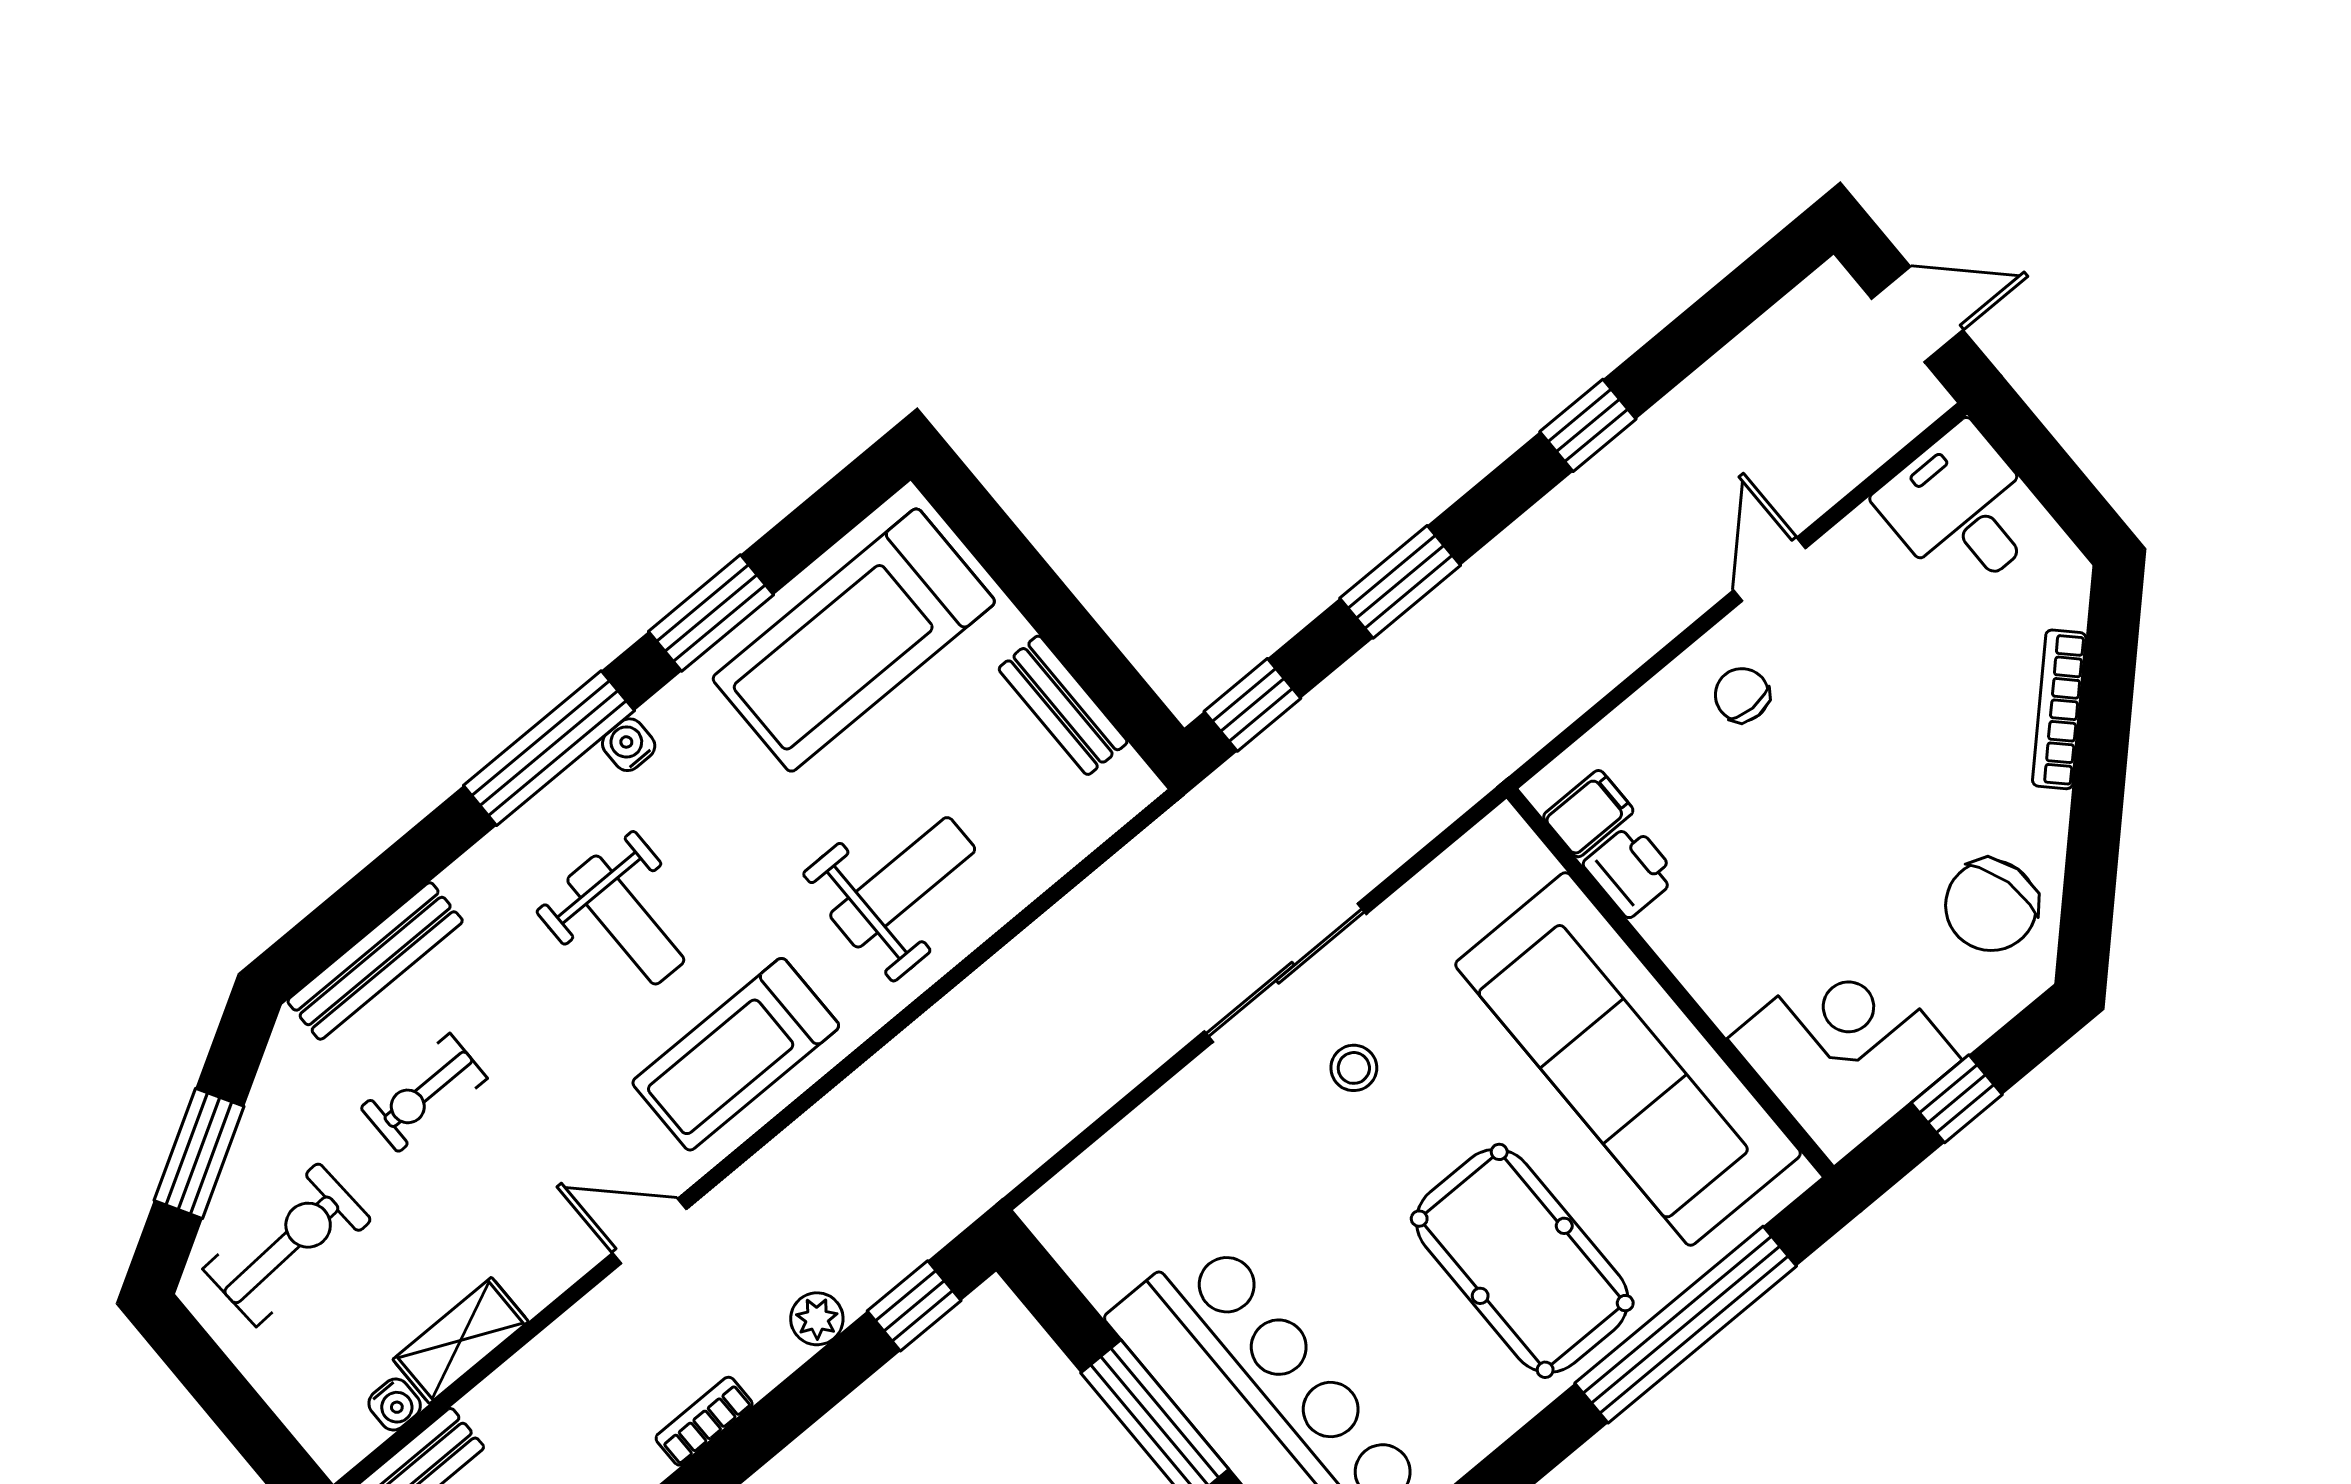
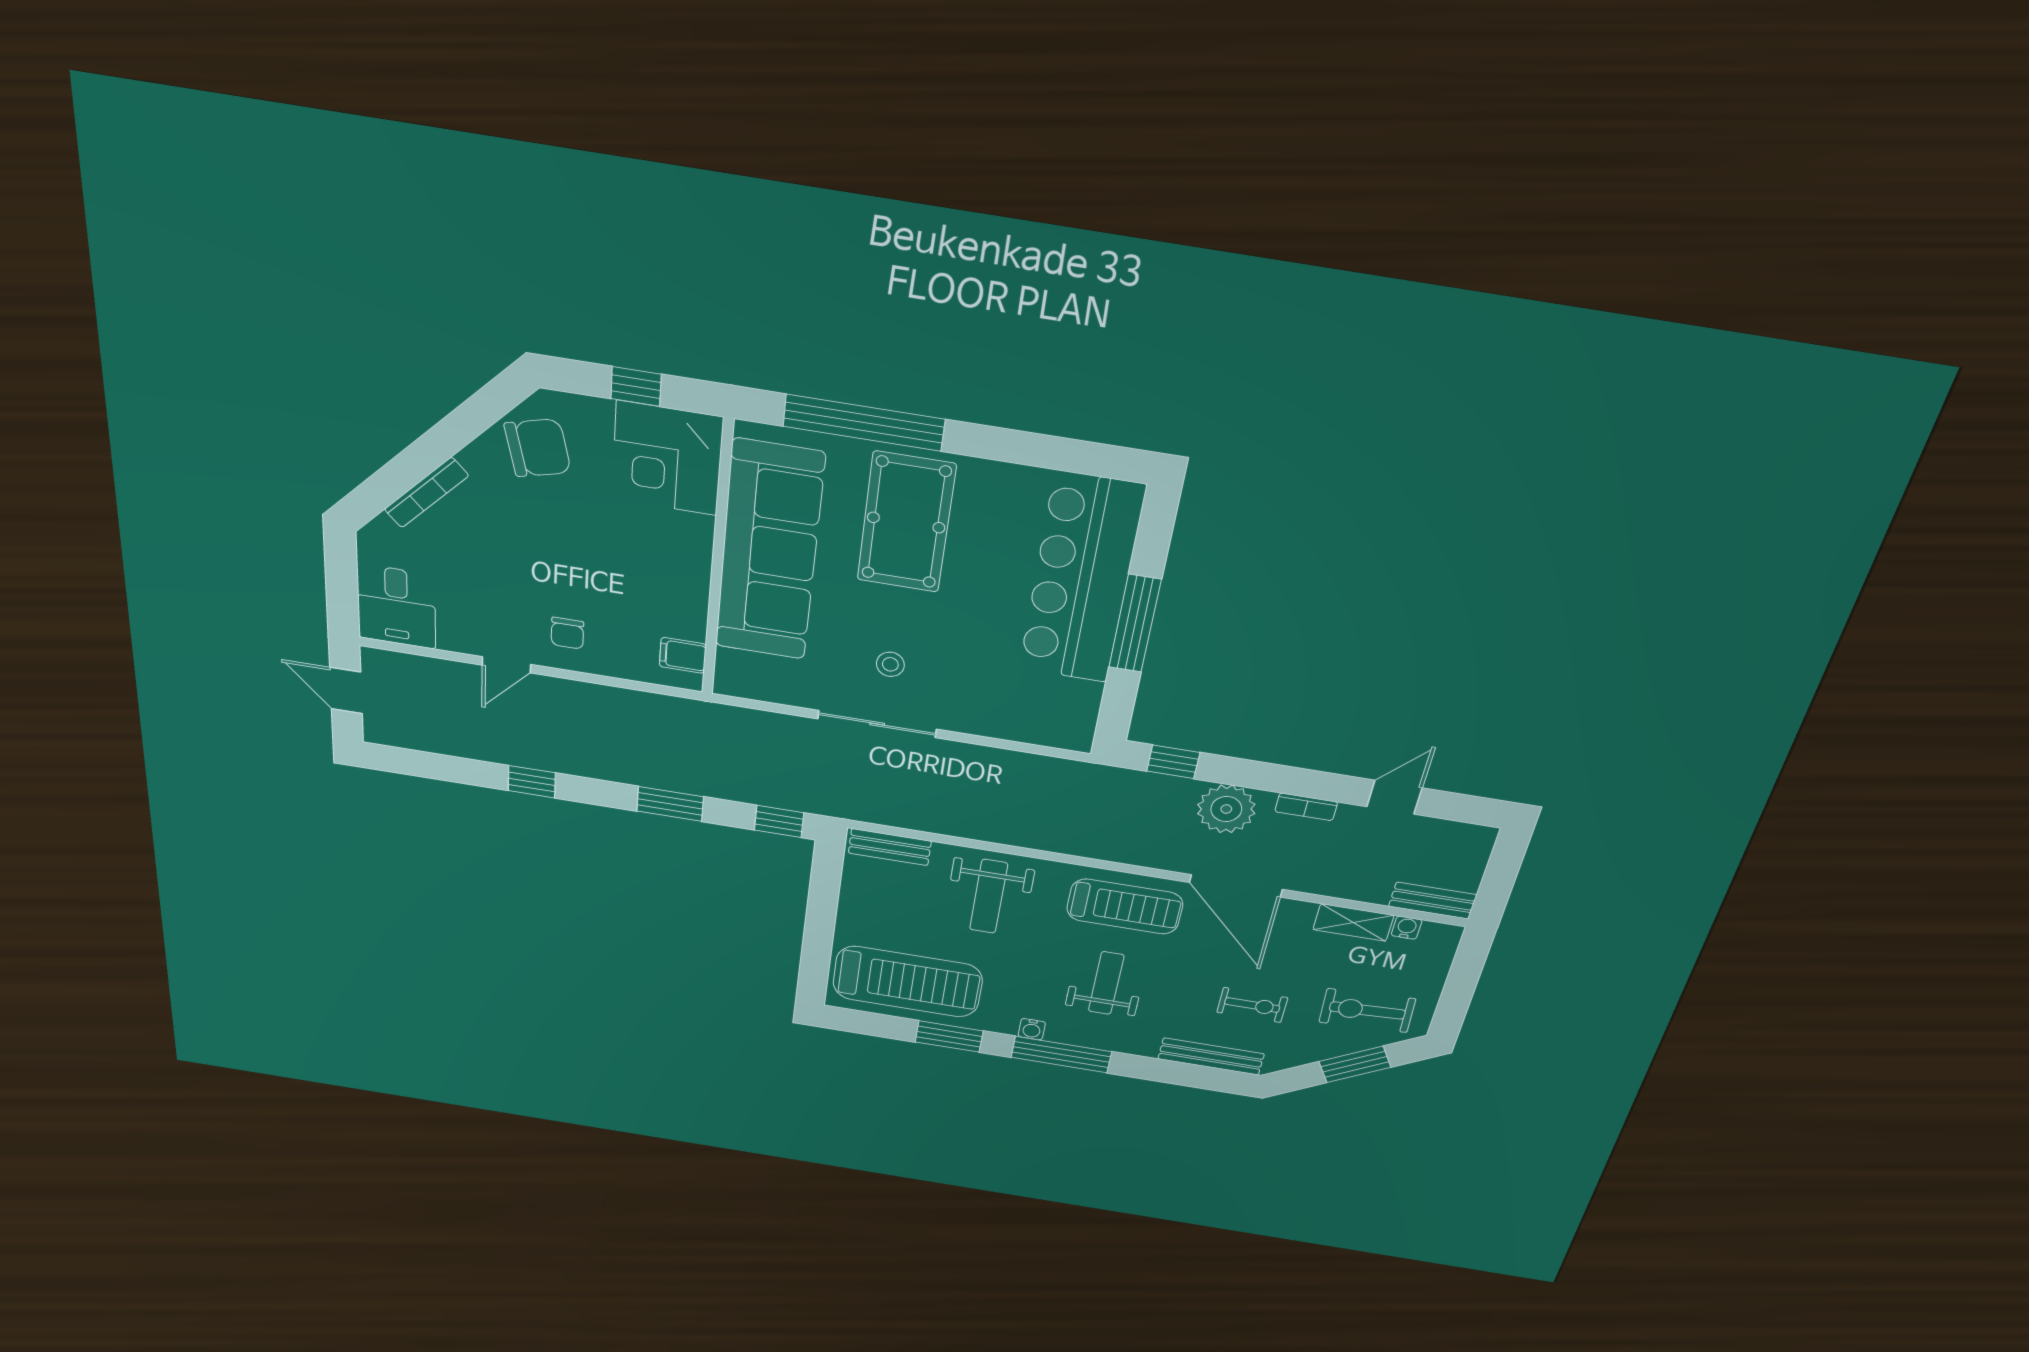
bench: (1063, 705) -> (890, 847), moved, turned 90
printer: (1630, 870) -> (688, 618), removed
weight bench: (903, 882) -> (989, 897), turned -90
door: (649, 1231) -> (1236, 886), width x1.87
plant: (817, 1319) -> (1226, 809), width x1.87, depth x1.87

